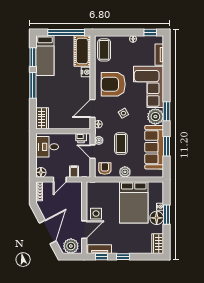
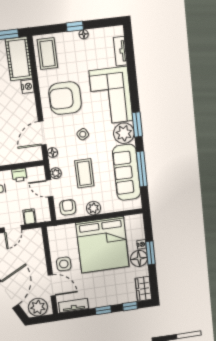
window: (150, 32) -> (75, 26), moved
printer: (81, 138) -> (19, 175), moved
window: (167, 146) -> (142, 169), width x1.44
bed: (134, 202) -> (103, 245), width x1.36
door: (84, 230) -> (52, 285), hinge flipped
window: (102, 257) -> (130, 306), moved

